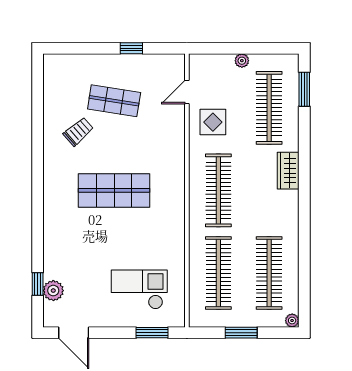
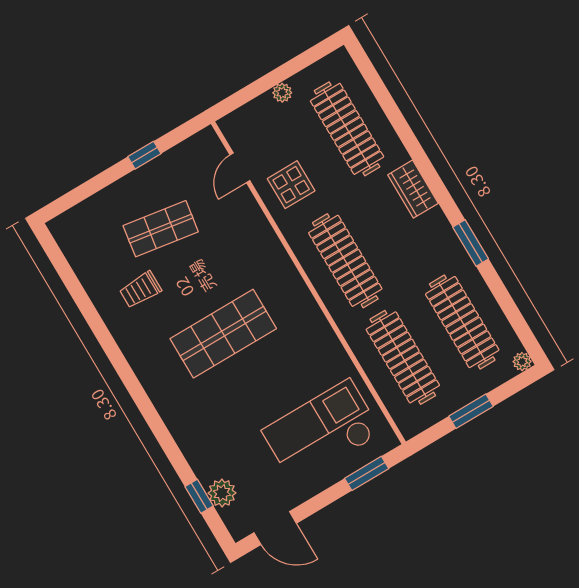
window: (304, 89) -> (471, 243), moved
trolley: (78, 132) -> (140, 290), turned -139
checkout: (139, 289) -> (322, 432), width x1.36, depth x1.21

